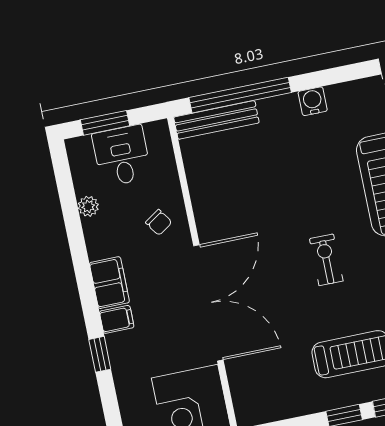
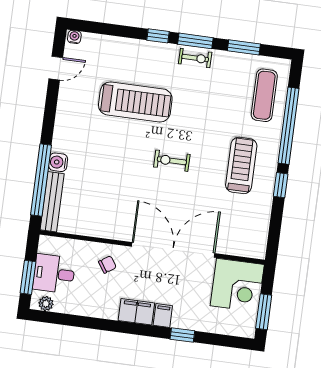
water cooler: (313, 101) -> (58, 162), moved
plant: (88, 206) -> (46, 304), moved

